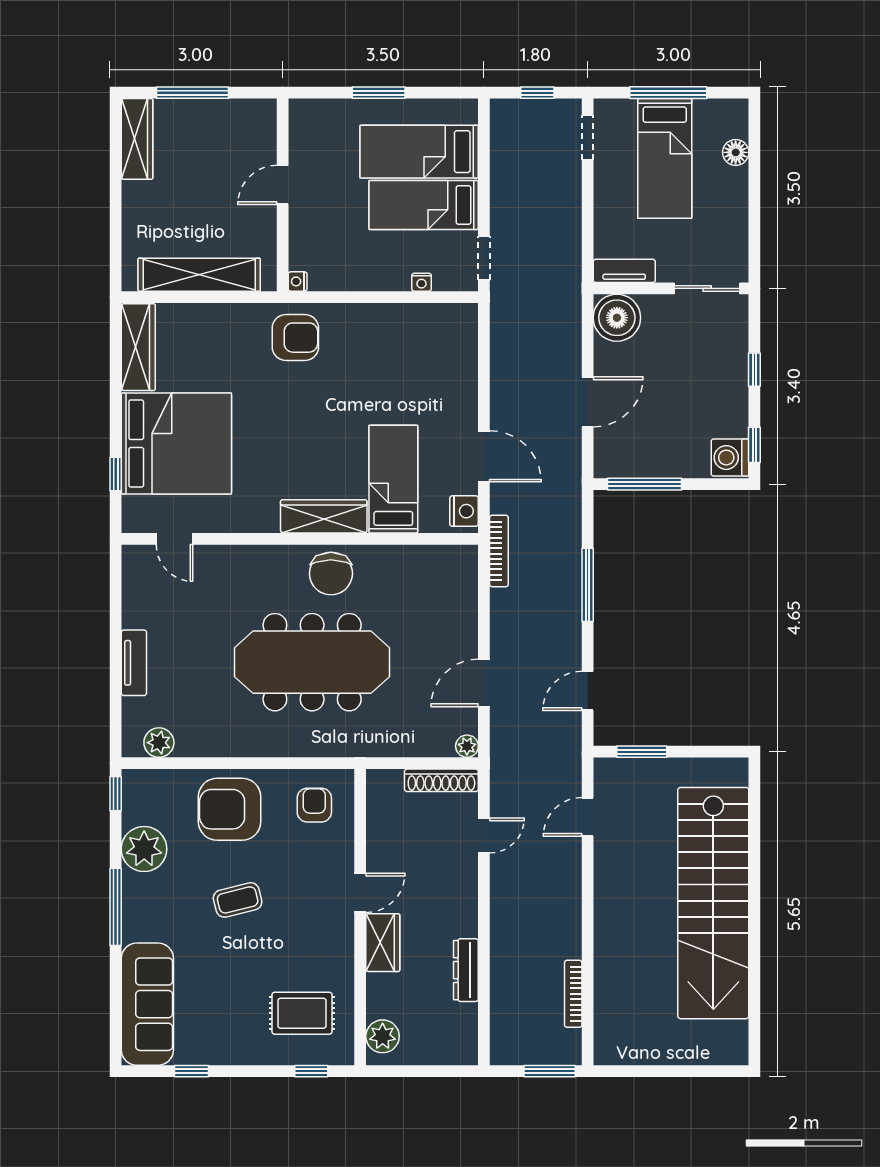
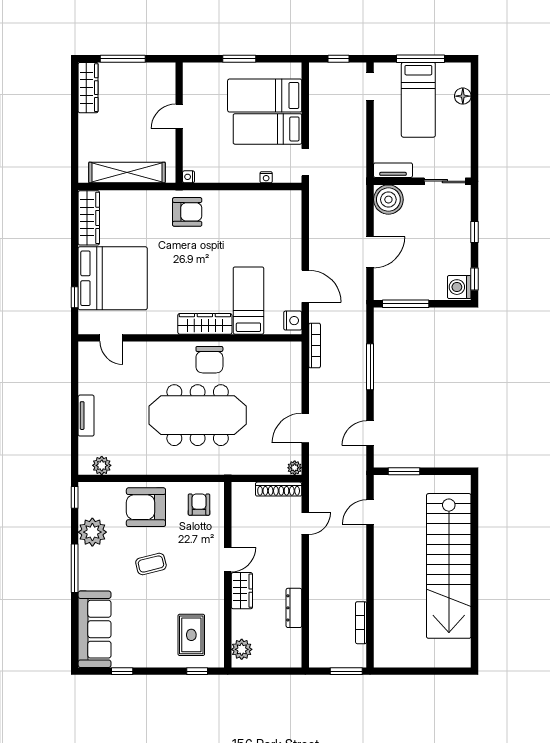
rug: (302, 1013) -> (191, 635), turned 90

